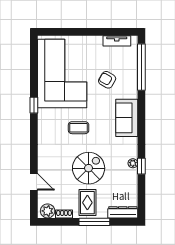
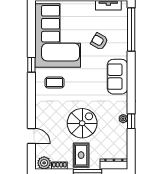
coffee table: (79, 128) -> (55, 83), moved

